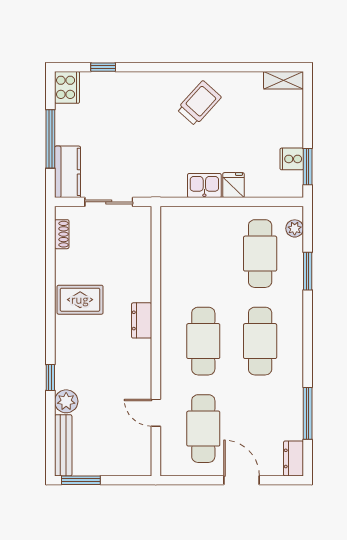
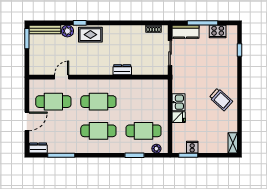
cooker: (67, 87) -> (218, 31), moved
rug: (80, 300) -> (90, 35), moved, turned 90
dresser: (142, 320) -> (122, 70), moved

